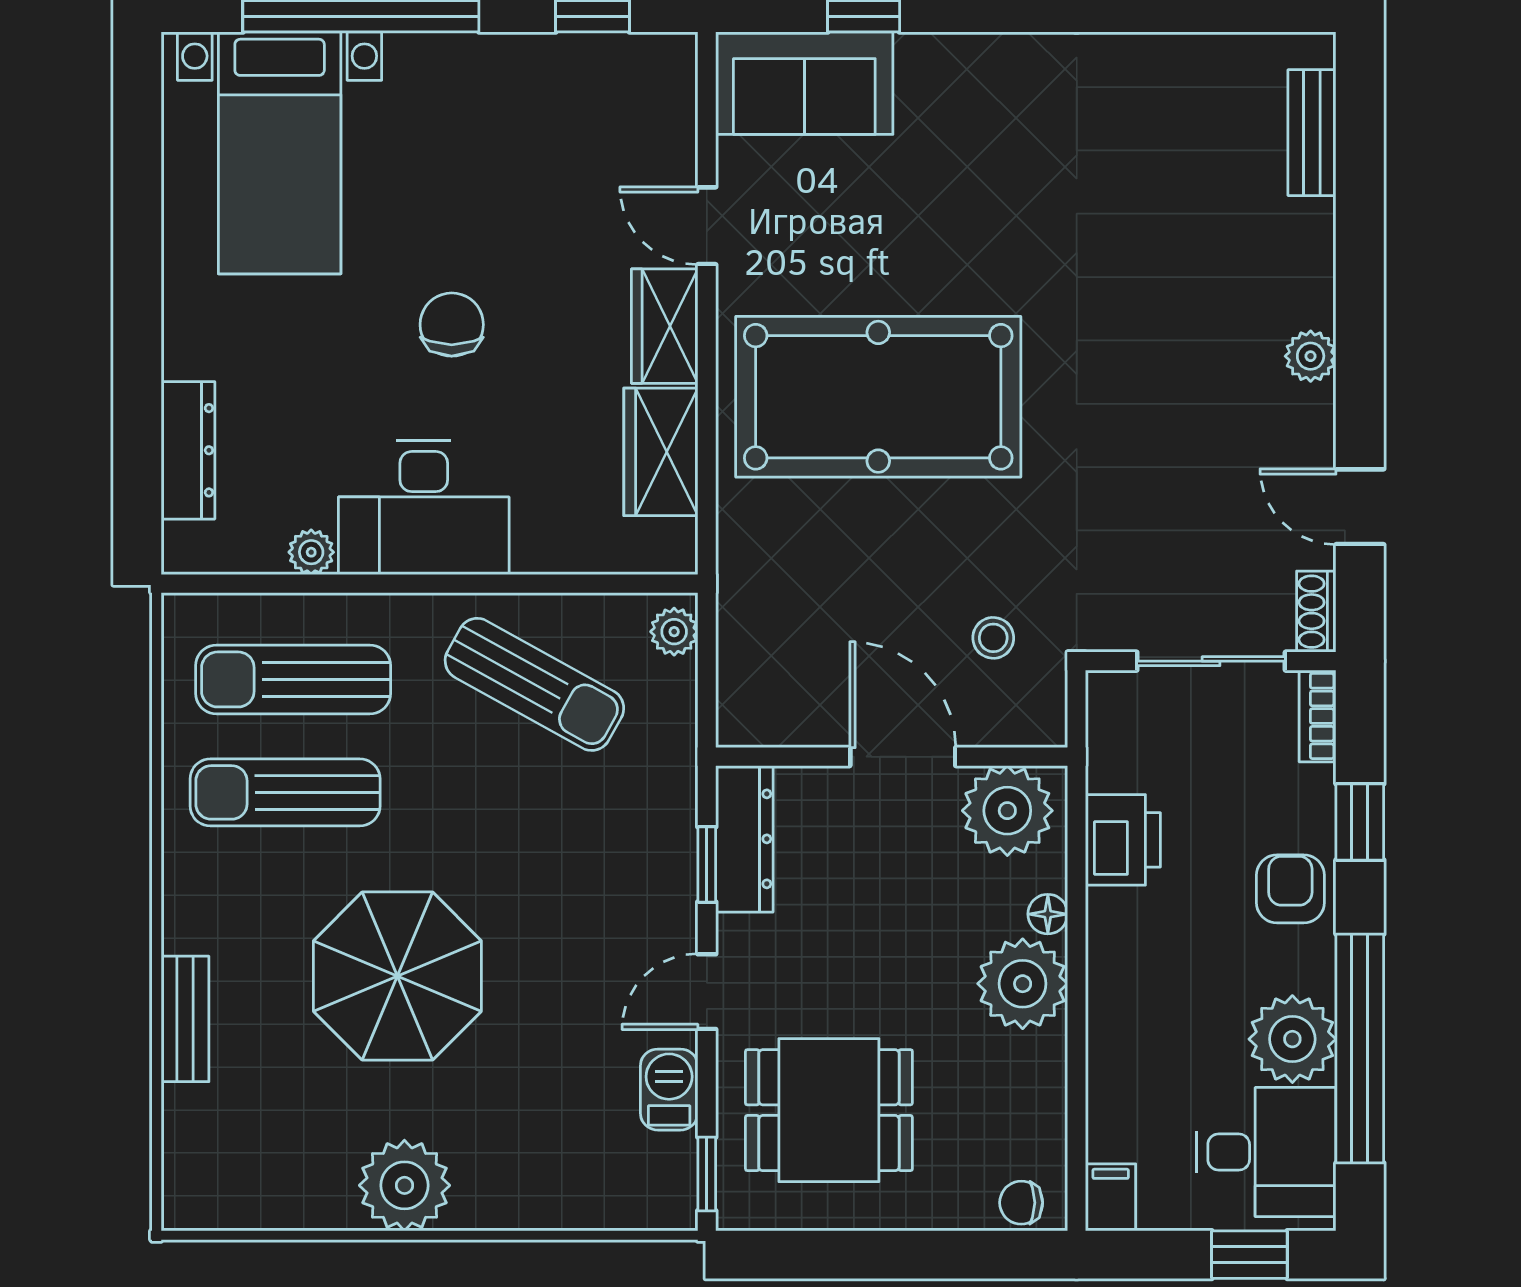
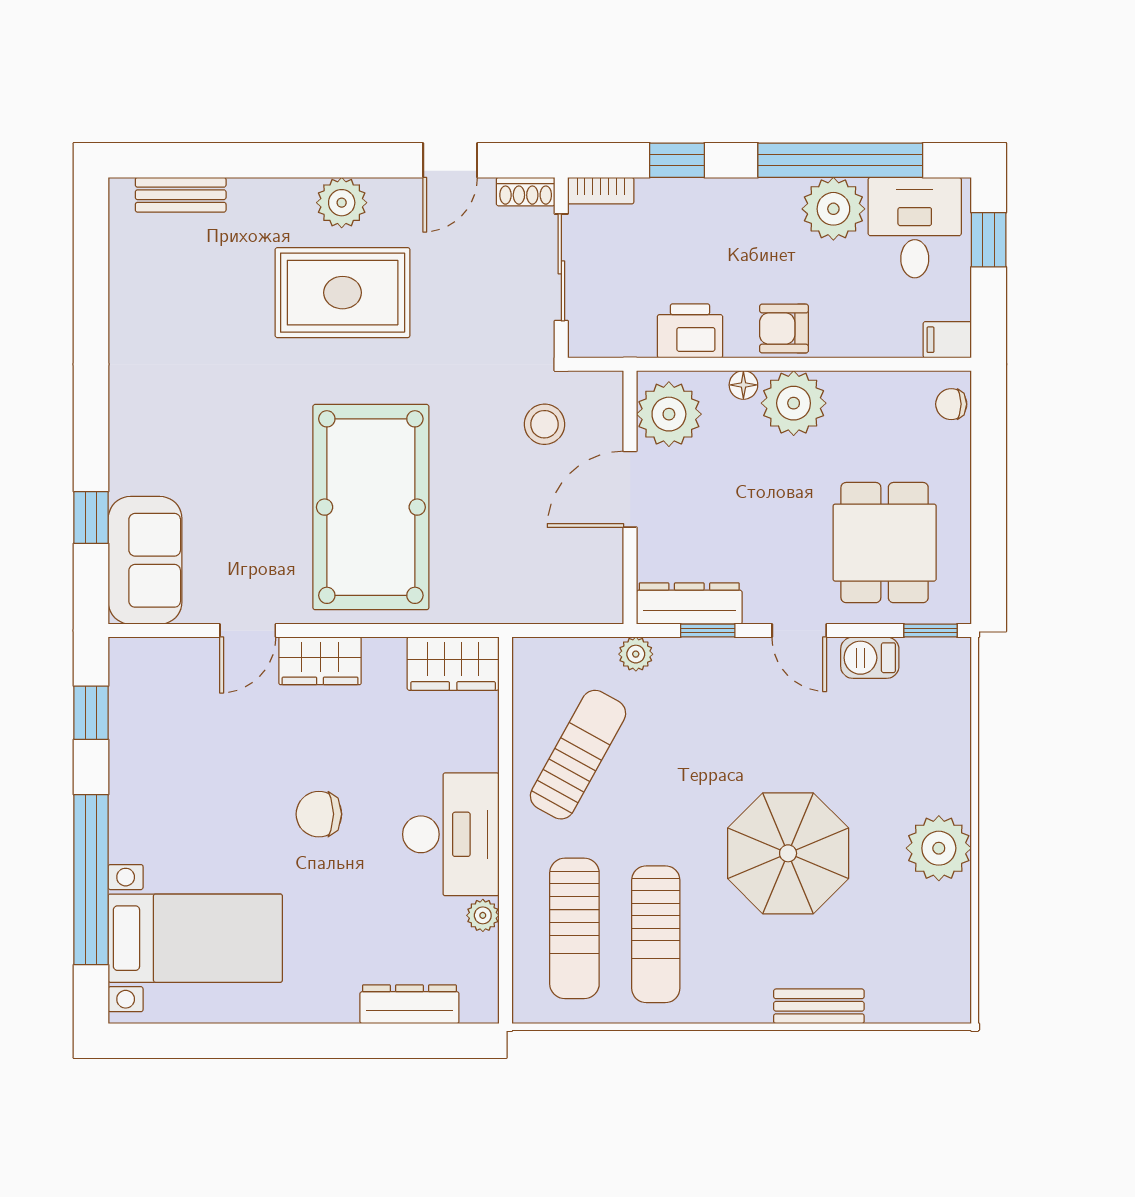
plant: (1311, 356) -> (342, 203), width x1.38, depth x1.38
rug: (1176, 357) -> (343, 293), added
wardrobe: (661, 452) -> (453, 664), moved
plant: (674, 632) -> (636, 654), moved
stool: (993, 638) -> (545, 424), width x1.37, depth x1.37
armchair: (1290, 889) -> (784, 329), moved
chair: (1021, 1203) -> (951, 404), turned 90

